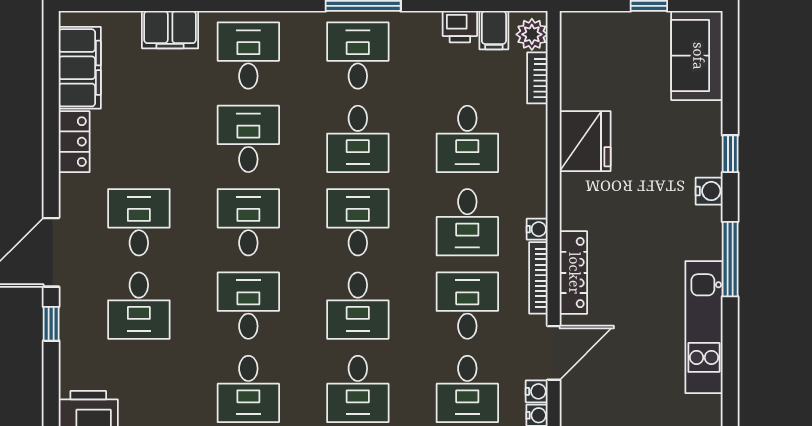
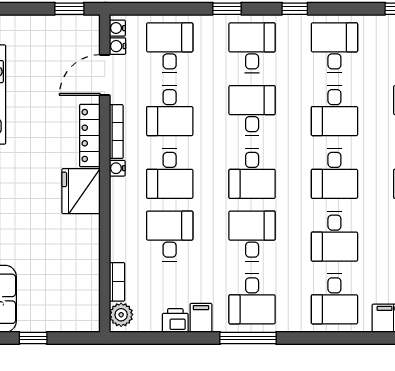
filing cabinet: (494, 30) -> (201, 318), moved
fridge: (585, 141) -> (81, 191), moved
desk: (467, 222) -> (170, 173), turned 180

